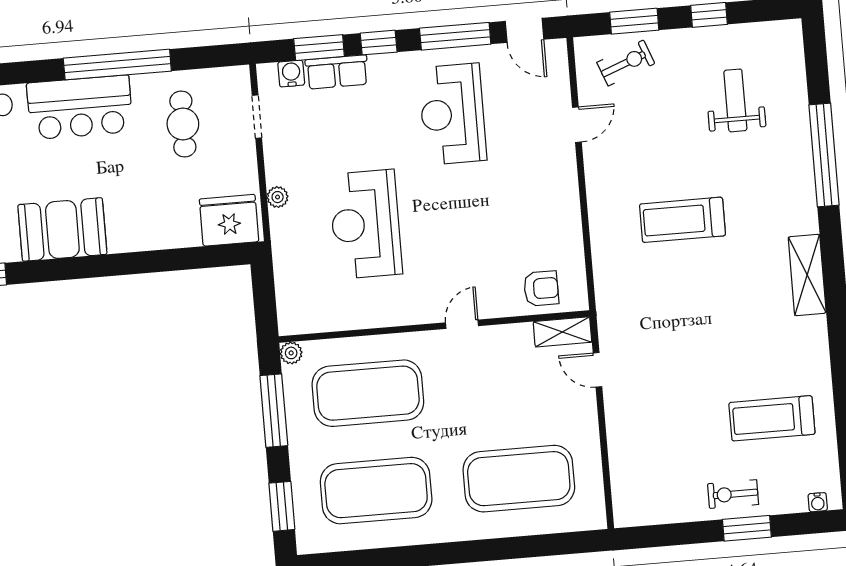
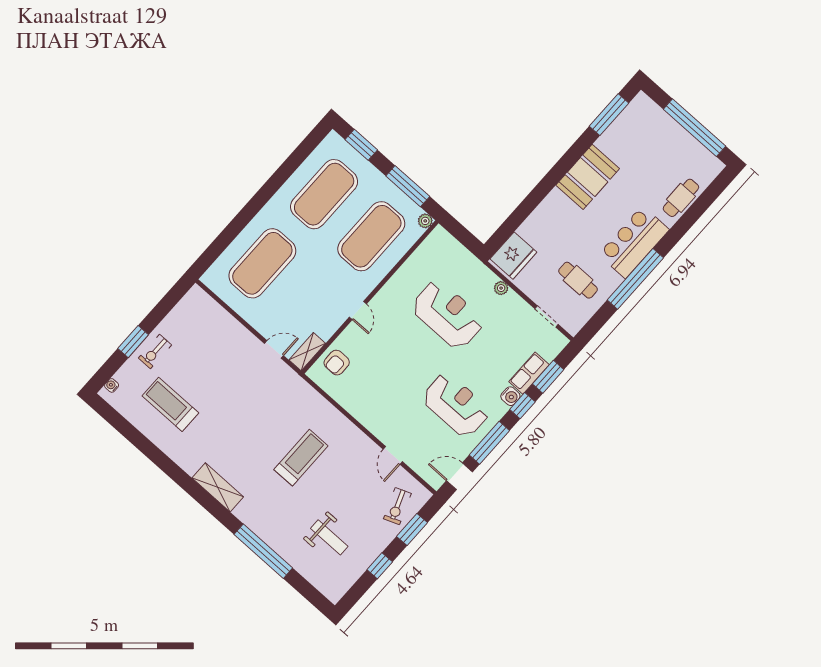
water cooler: (291, 74) -> (510, 396), moved
treadmill: (772, 418) -> (170, 404), turned -90
exercise bike: (733, 494) -> (155, 352), turned 180

